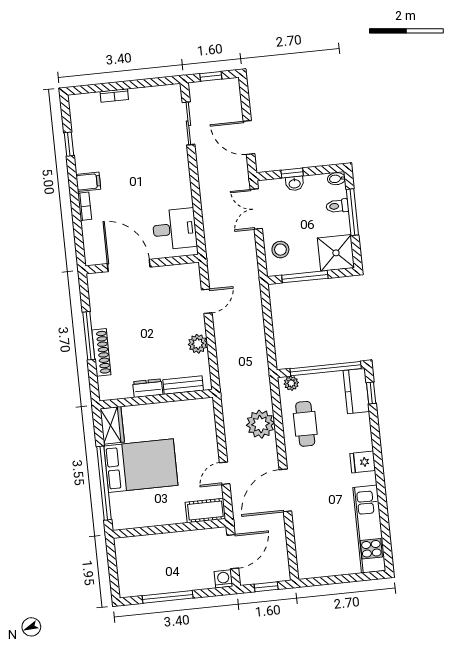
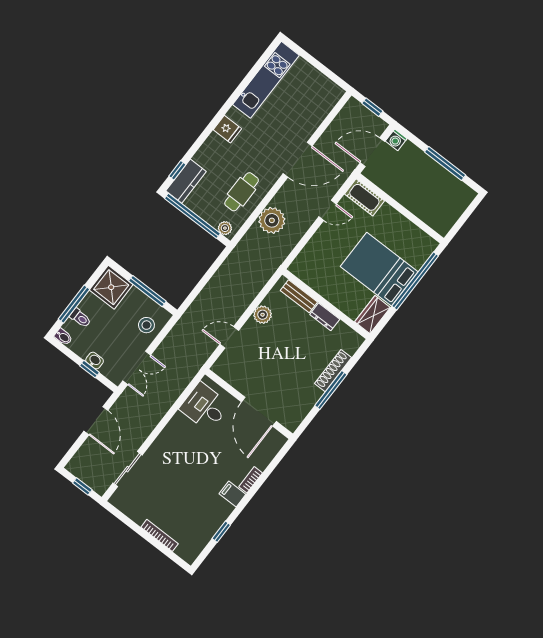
bookcase: (114, 96) -> (160, 535), width x1.56

